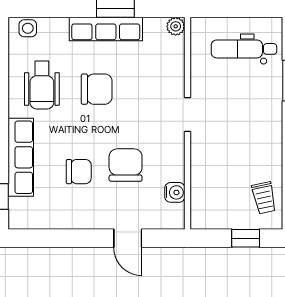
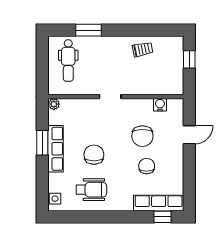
row of seats: (21, 157) -> (159, 203), moved
chair: (126, 165) -> (142, 136), turned -90
trolley: (264, 198) -> (143, 49), moved

